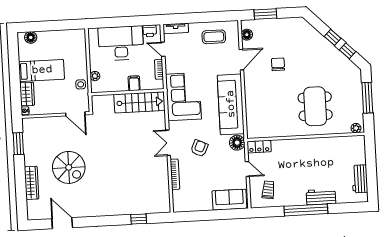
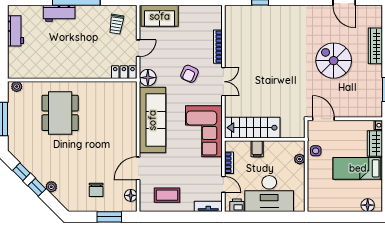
plant: (320, 39) -> (51, 187), added
chair: (278, 64) -> (96, 190), moved
door: (247, 169) -> (138, 48), swing flipped

